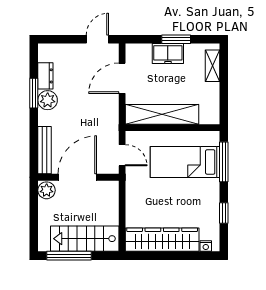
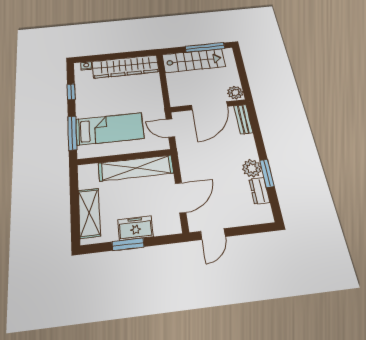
shelving: (212, 66) -> (89, 213), width x1.50, depth x1.33
bench: (45, 150) -> (243, 119), width x0.73

